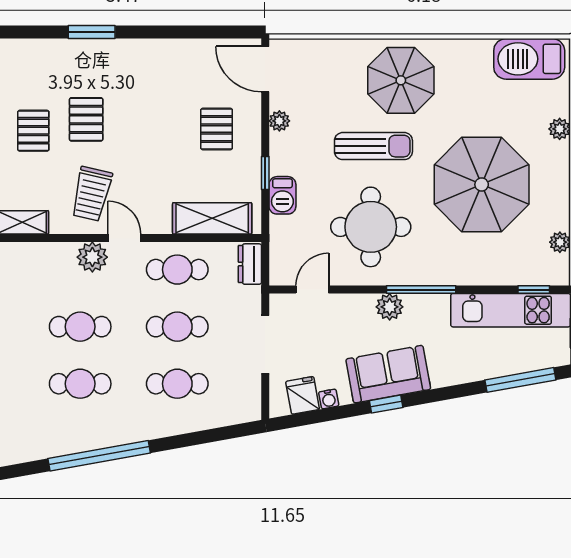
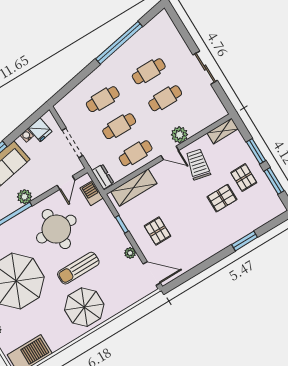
pallet: (86, 119) -> (222, 198), turned 90
barbecue: (282, 195) -> (92, 193), moved

